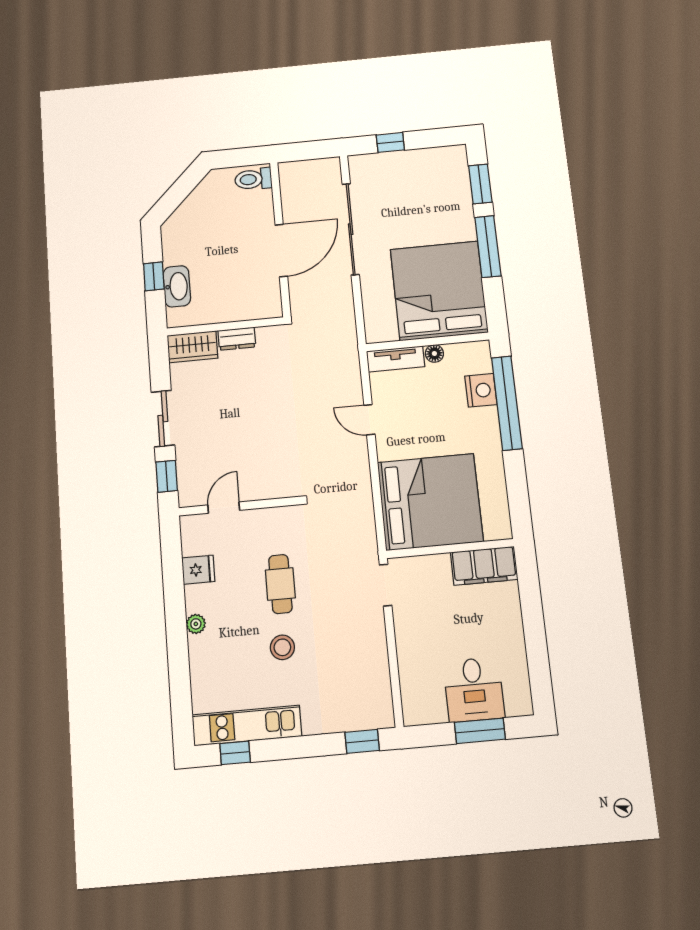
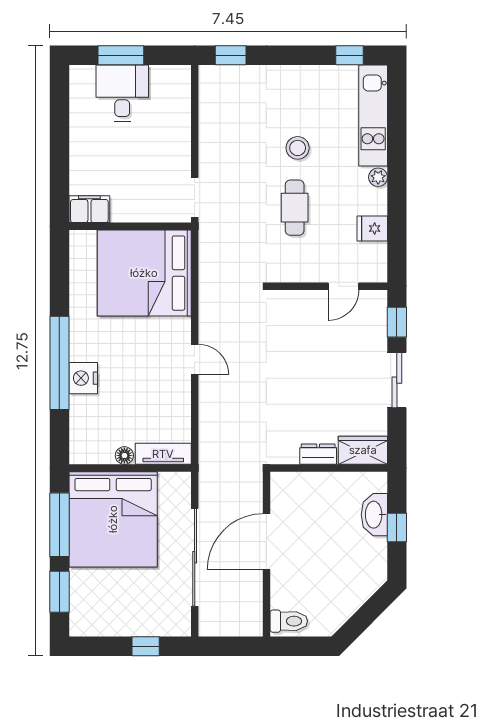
bed: (439, 291) -> (113, 519), moved
wall: (427, 342) -> (130, 468), moved
floor lamp: (434, 353) -> (124, 456), moved
tv unit: (395, 359) -> (163, 454), moved
filing cabinet: (484, 566) -> (89, 209), width x0.67, depth x0.86
kitchen unit: (247, 725) -> (373, 115), moved, turned 90

